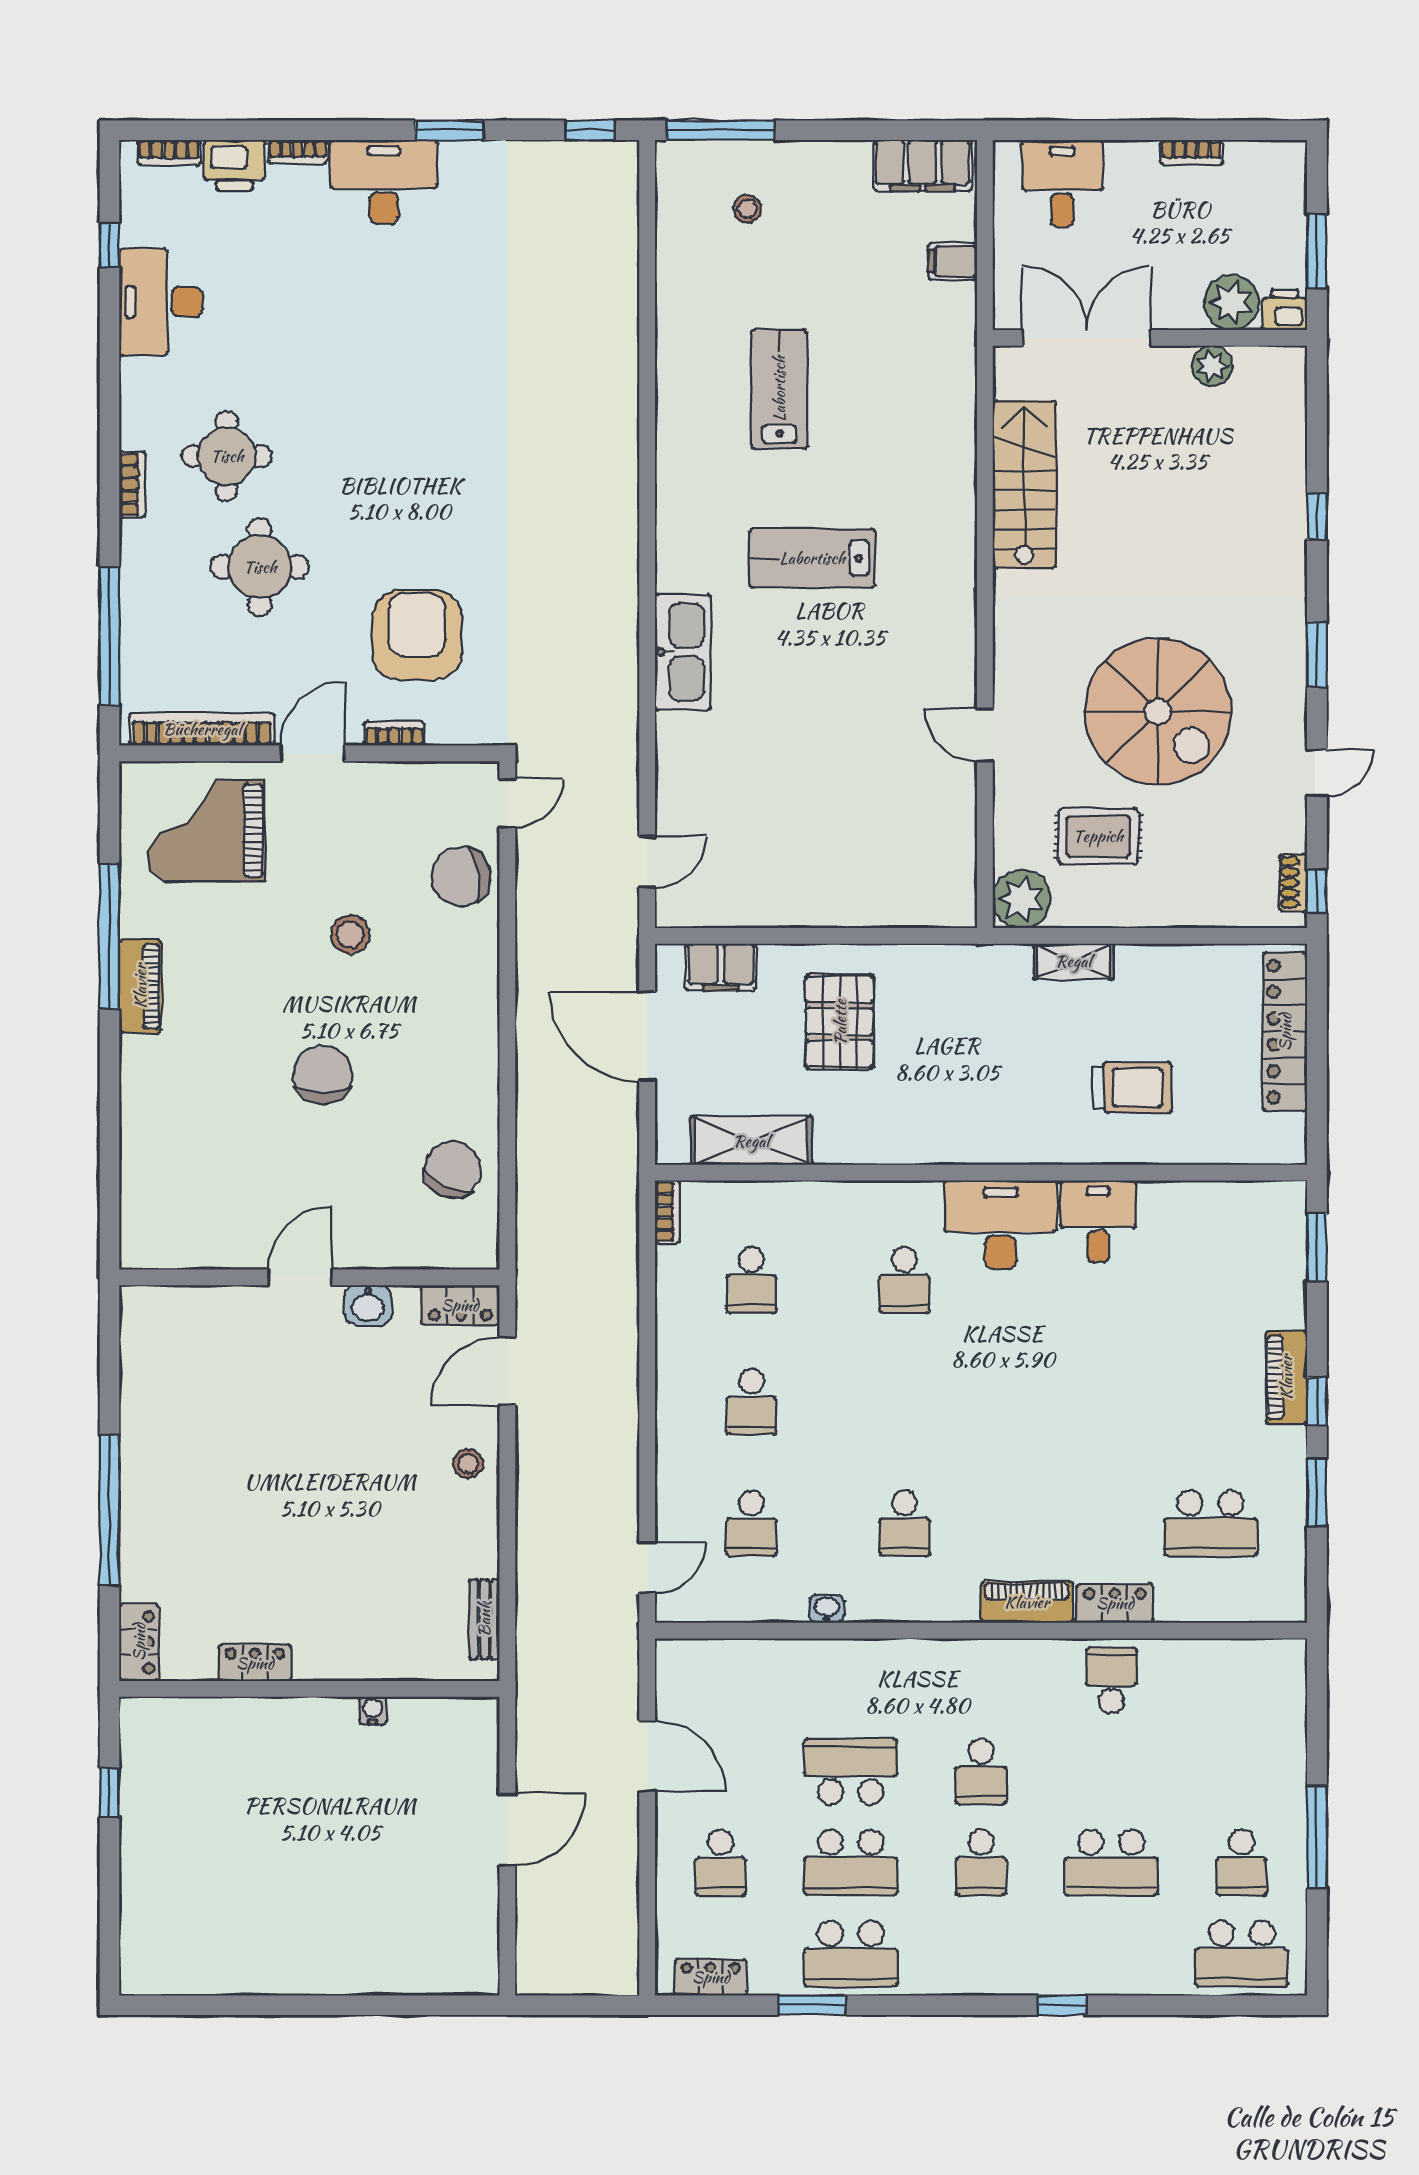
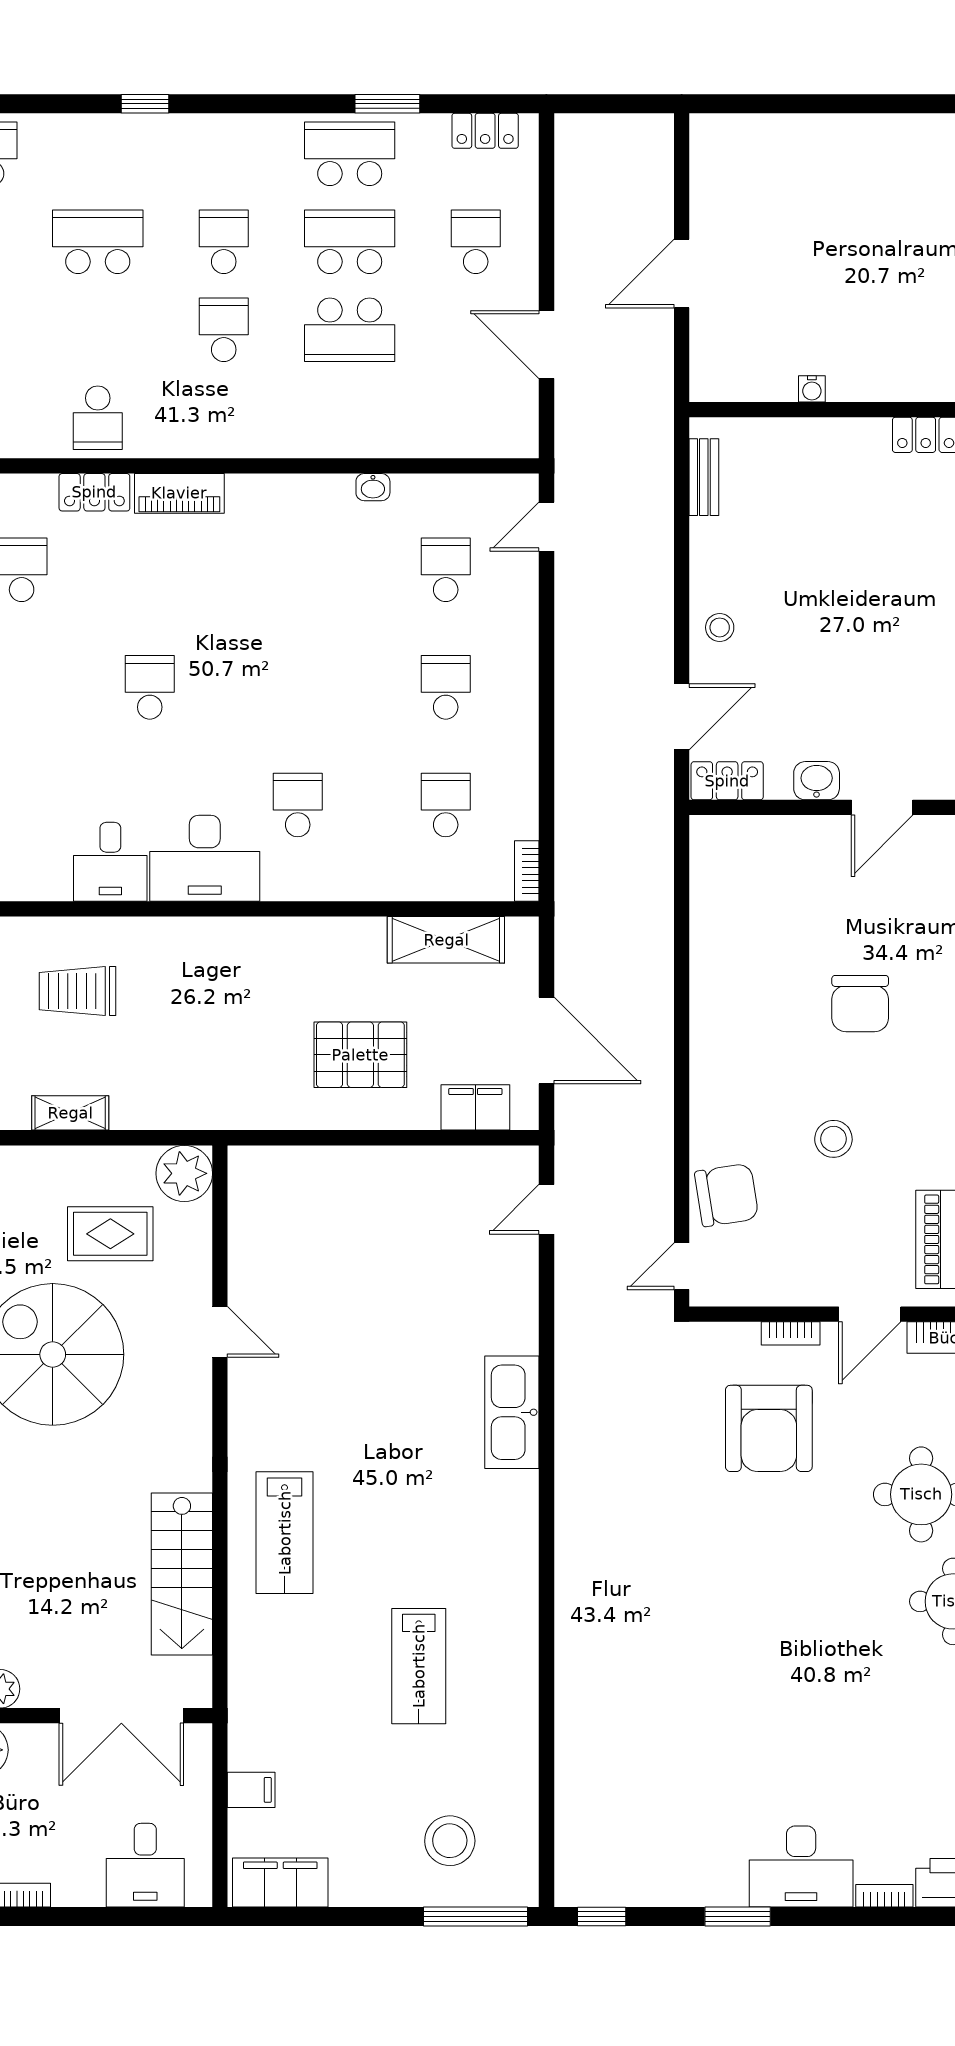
stool: (747, 209) -> (450, 1841), width x1.89, depth x1.89
lab bench: (812, 558) -> (285, 1533), moved, turned 90
shelving: (1073, 961) -> (70, 1113), moved
pallet: (840, 1022) -> (360, 1055), turned 90
chair: (452, 1170) -> (735, 912), removed
school desk: (904, 1523) -> (150, 687), moved

